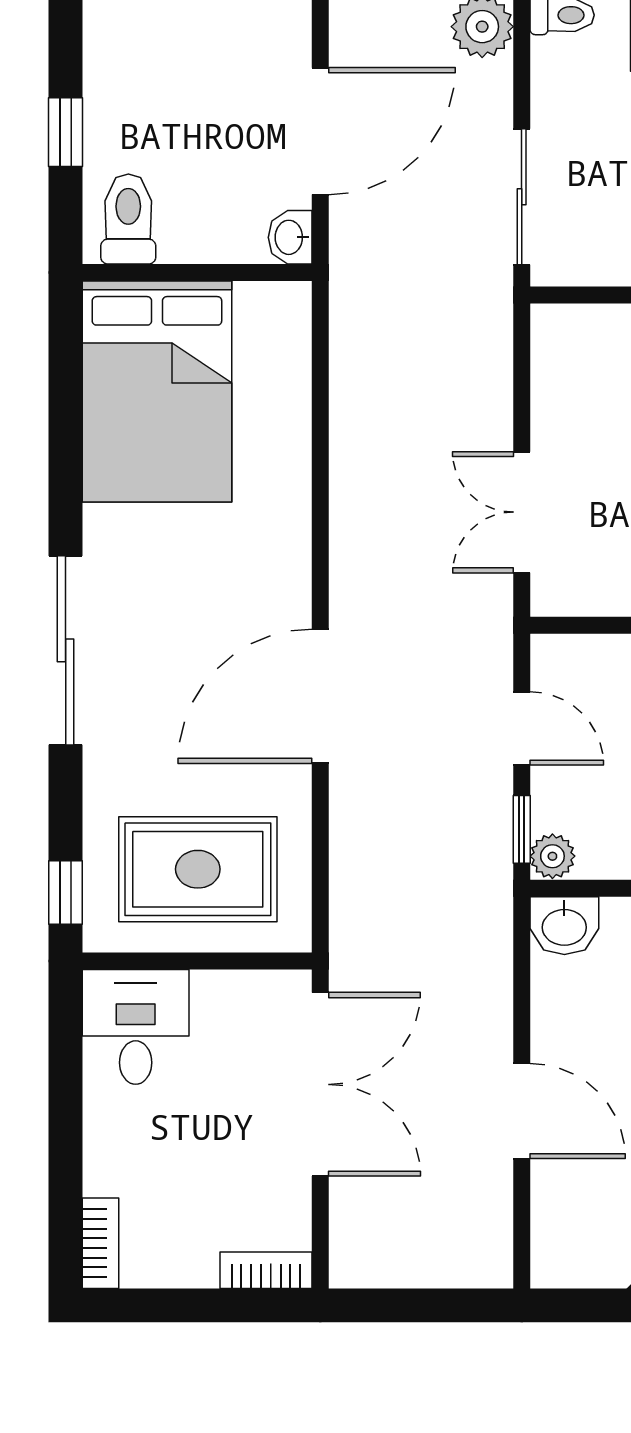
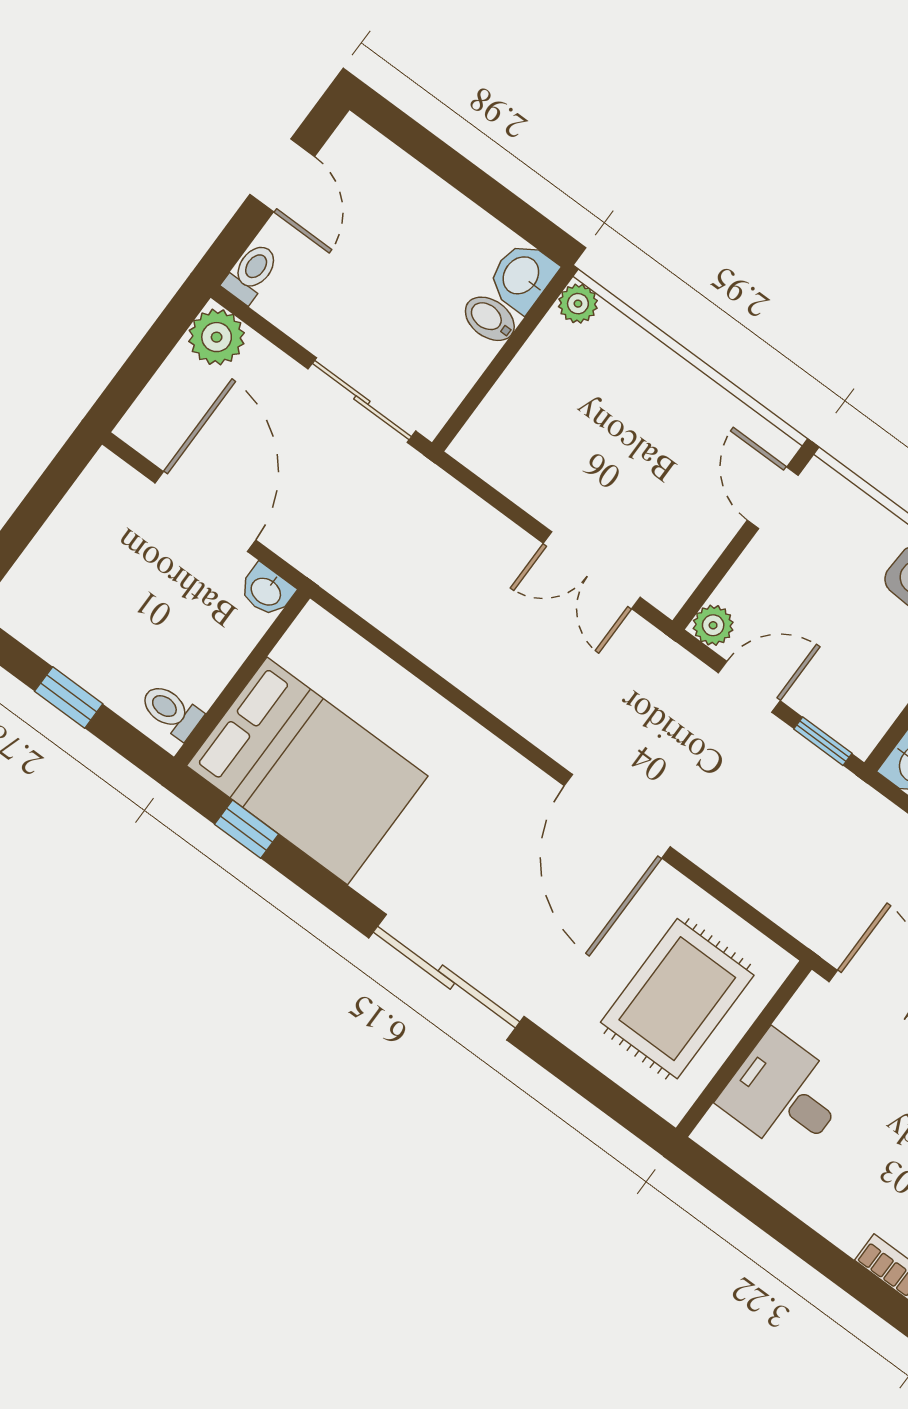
toilet: (128, 219) -> (171, 711), width x0.73, depth x0.72
plant: (552, 856) -> (713, 625), moved
window: (66, 893) -> (247, 829), moved
desk: (136, 1027) -> (784, 1095), moved

